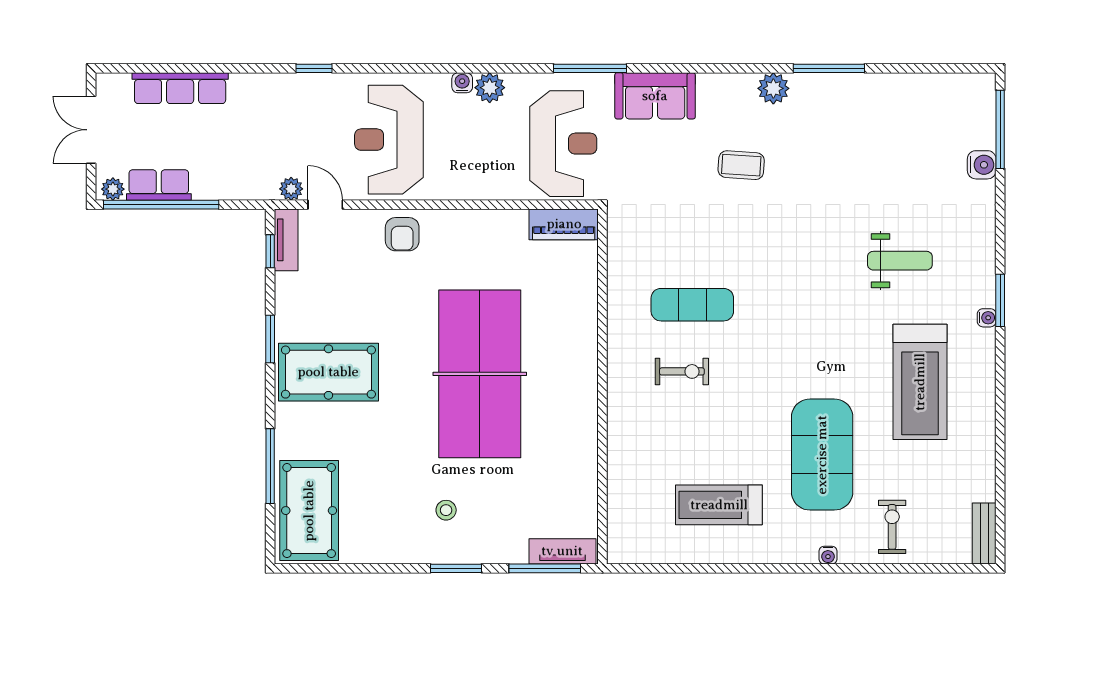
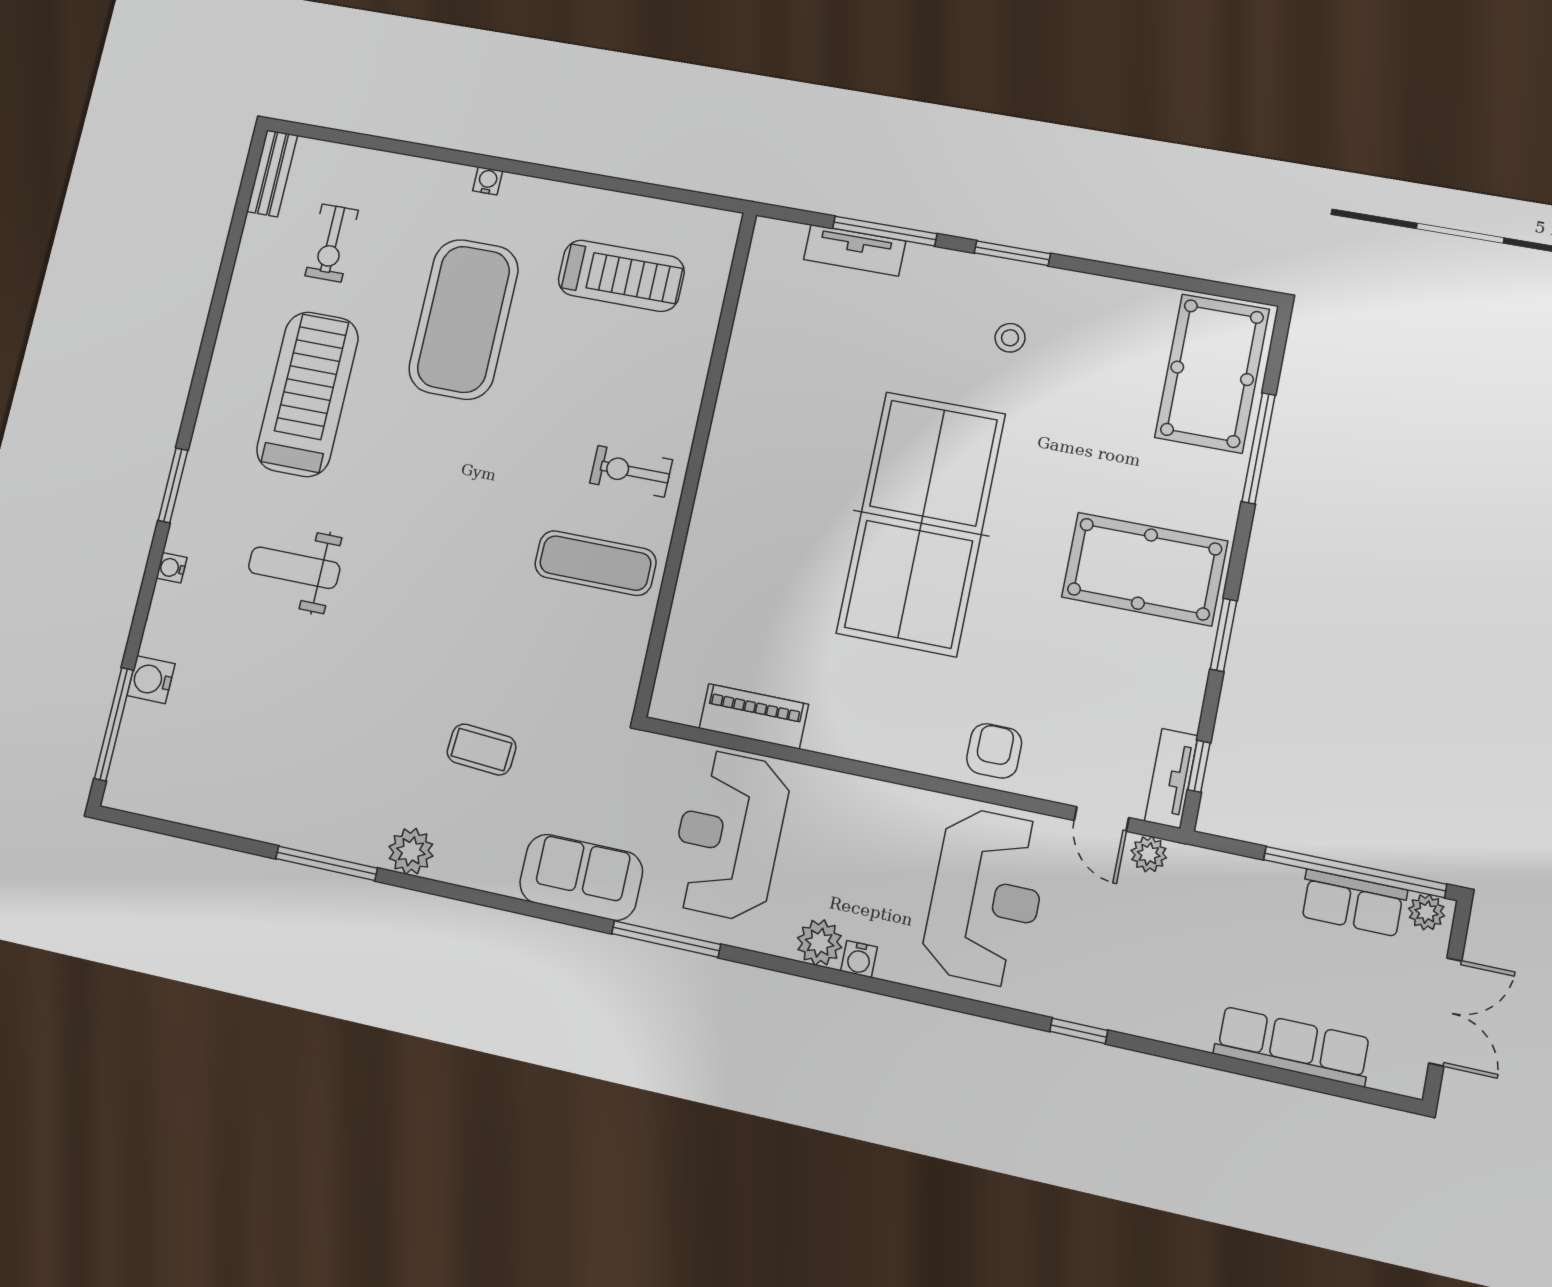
water cooler: (987, 318) -> (171, 568), moved
wall: (602, 387) -> (696, 461), moved
exercise bike: (892, 527) -> (332, 243), moved

